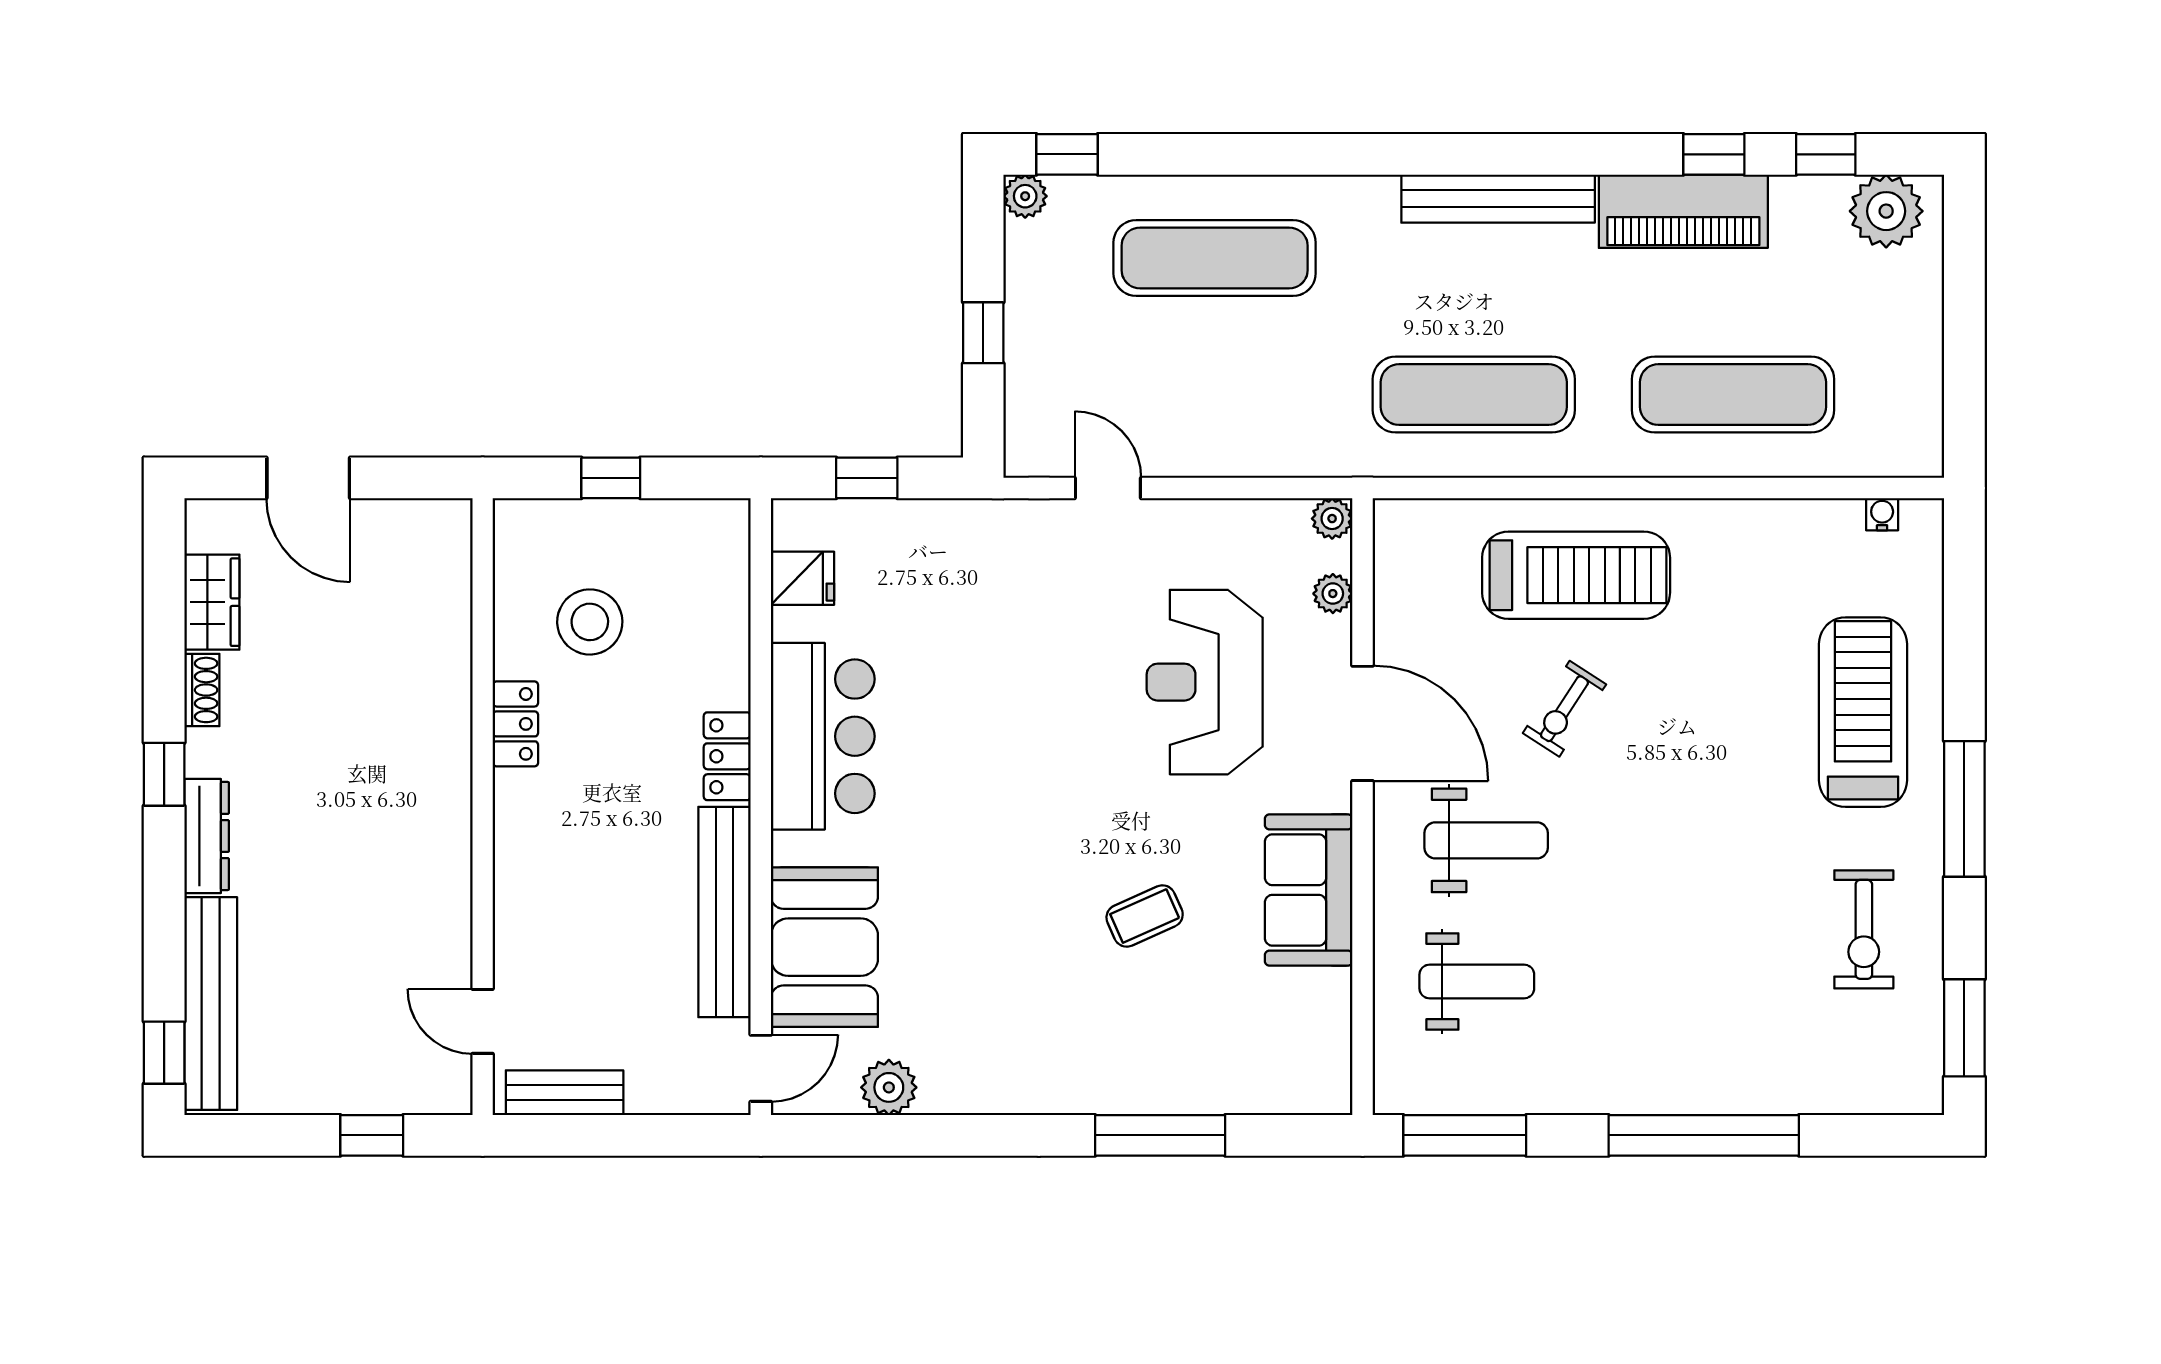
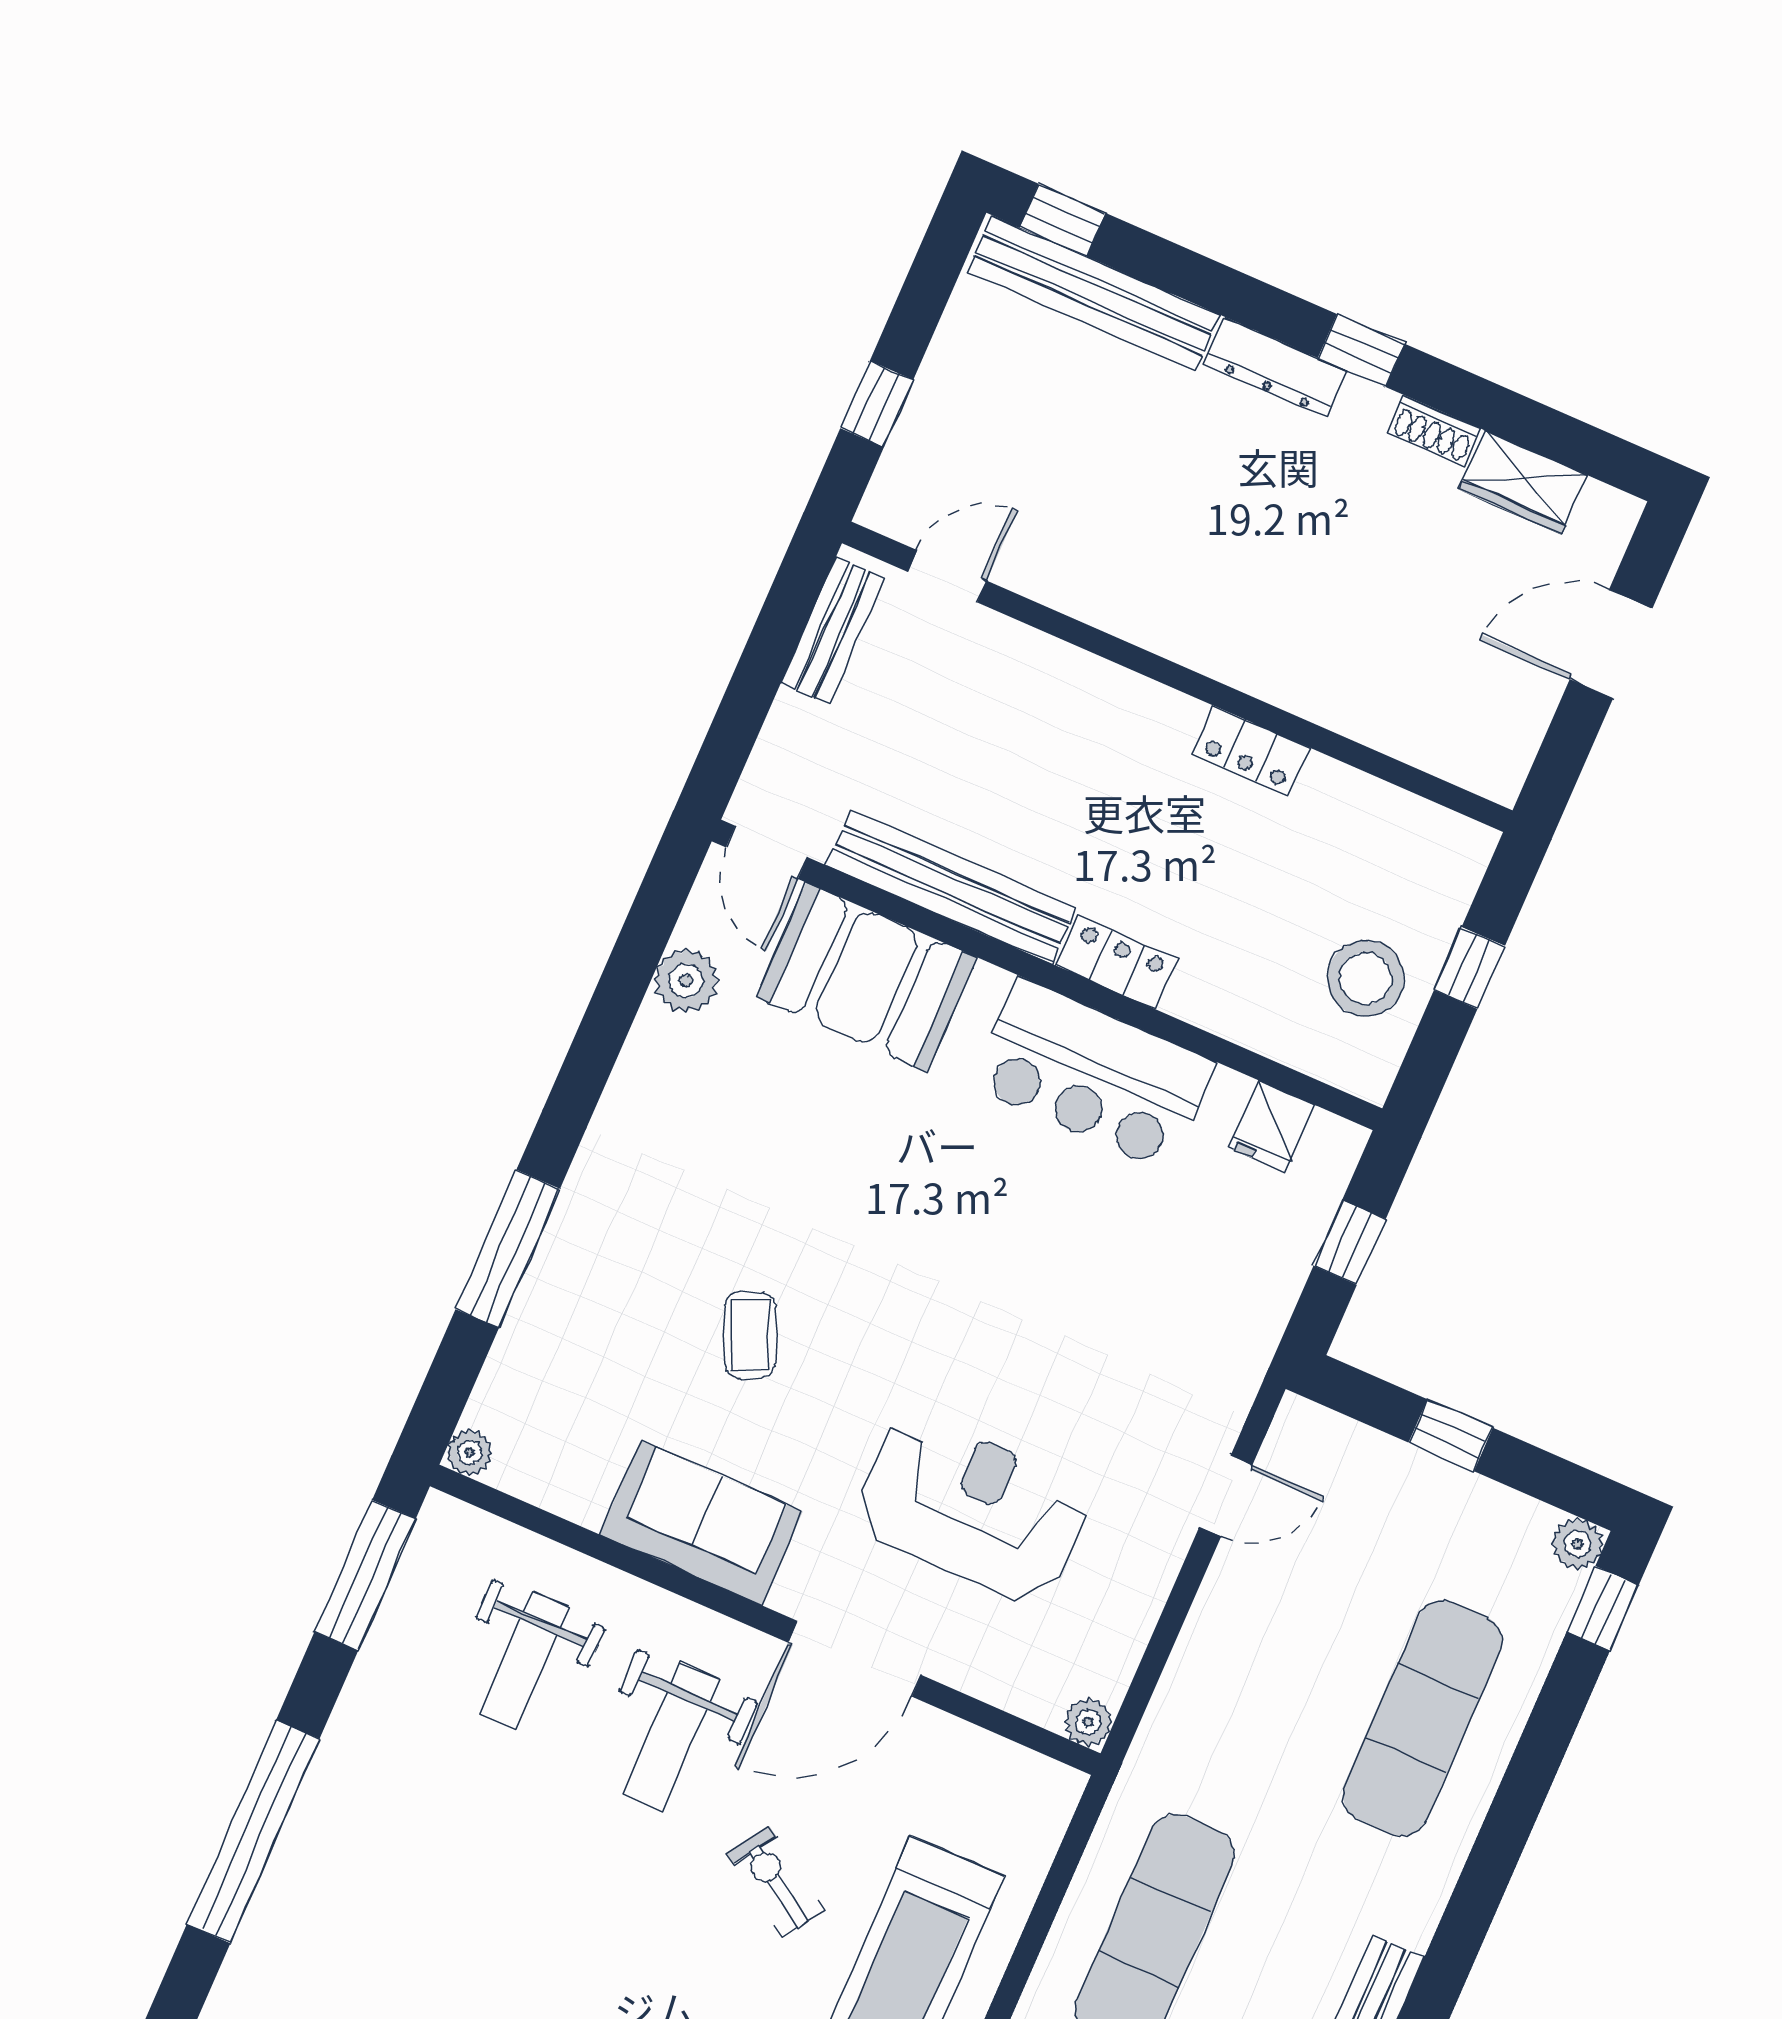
plant: (1333, 594) -> (470, 1453), moved
stool: (590, 622) -> (1366, 978), moved

